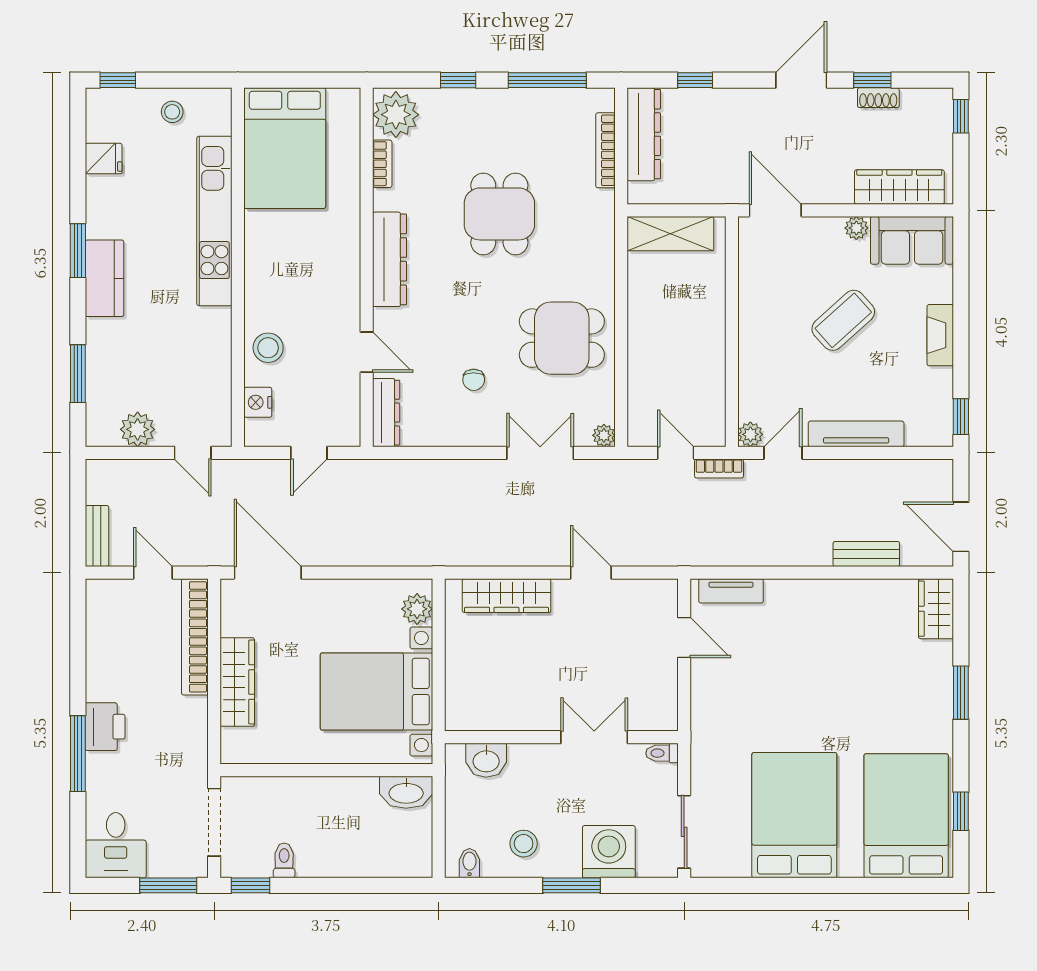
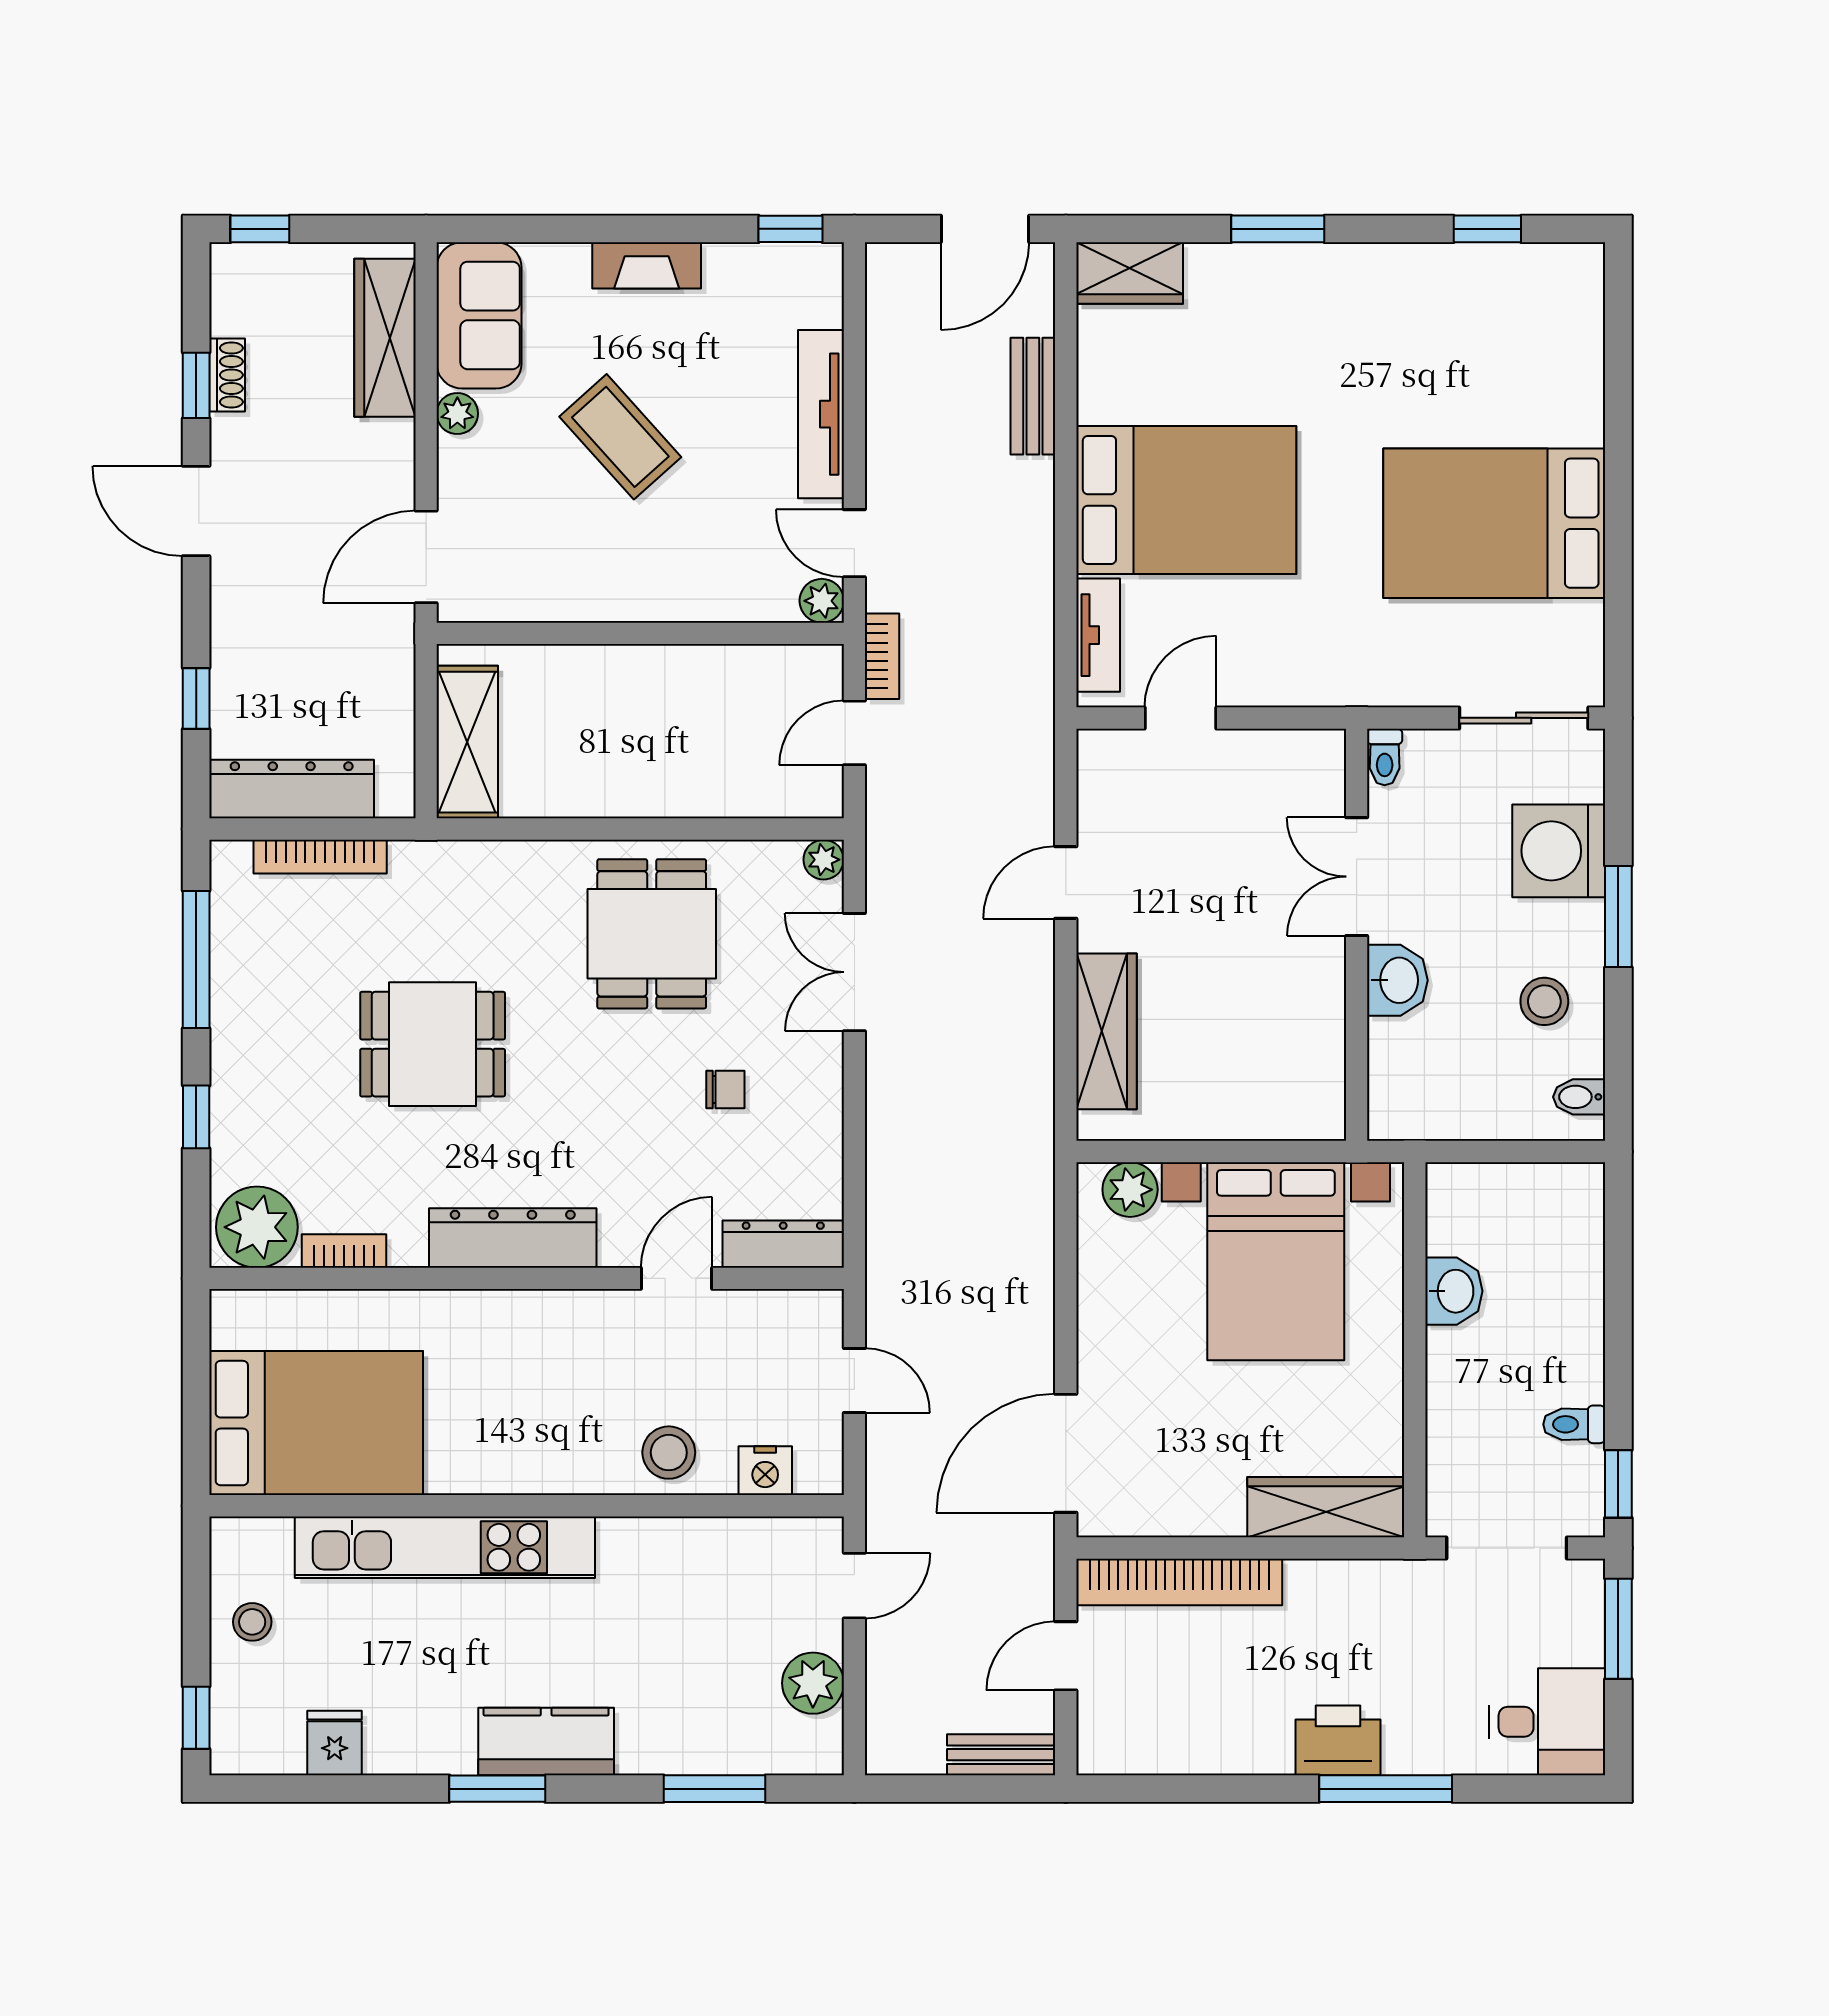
wardrobe: (237, 682) -> (1326, 1507), moved
washbasin: (486, 760) -> (1397, 980), moved
washbasin: (406, 792) -> (1454, 1291), moved, width x0.72
bed: (906, 816) -> (1186, 500), moved, turned 180

